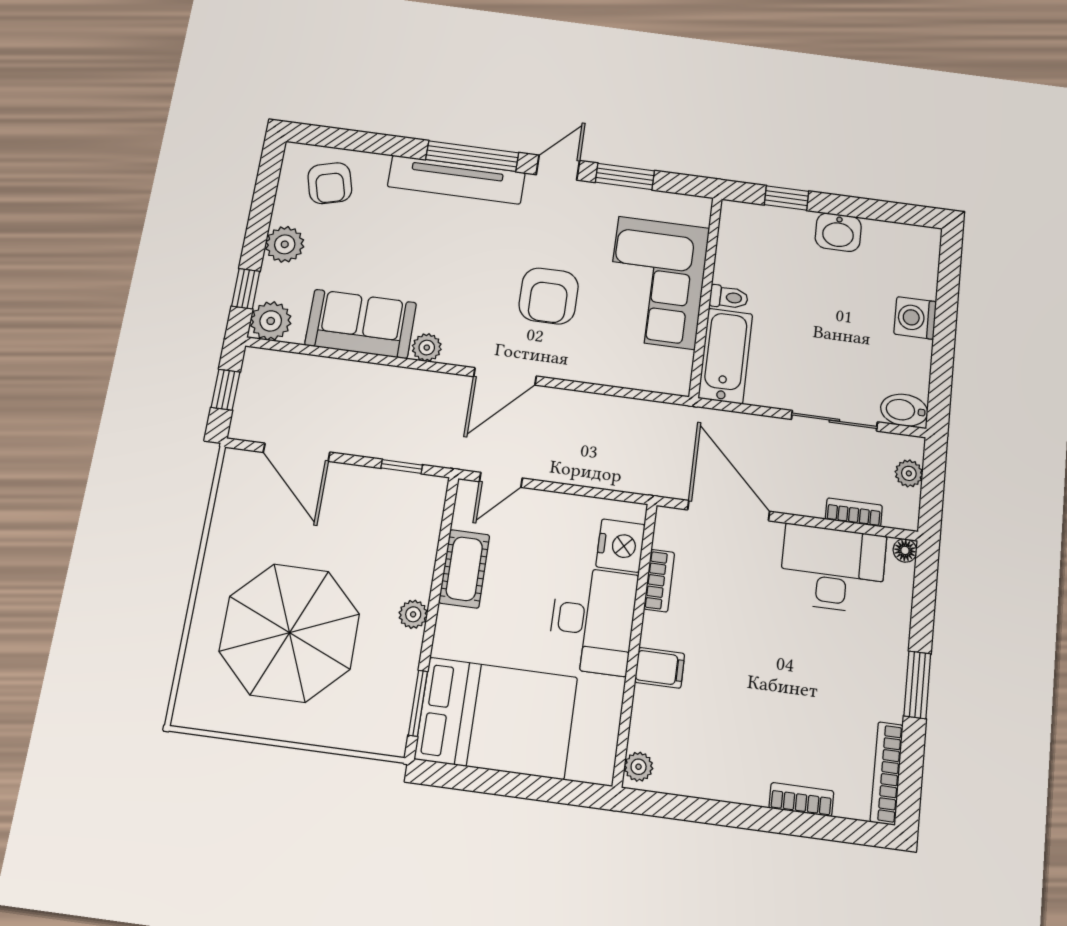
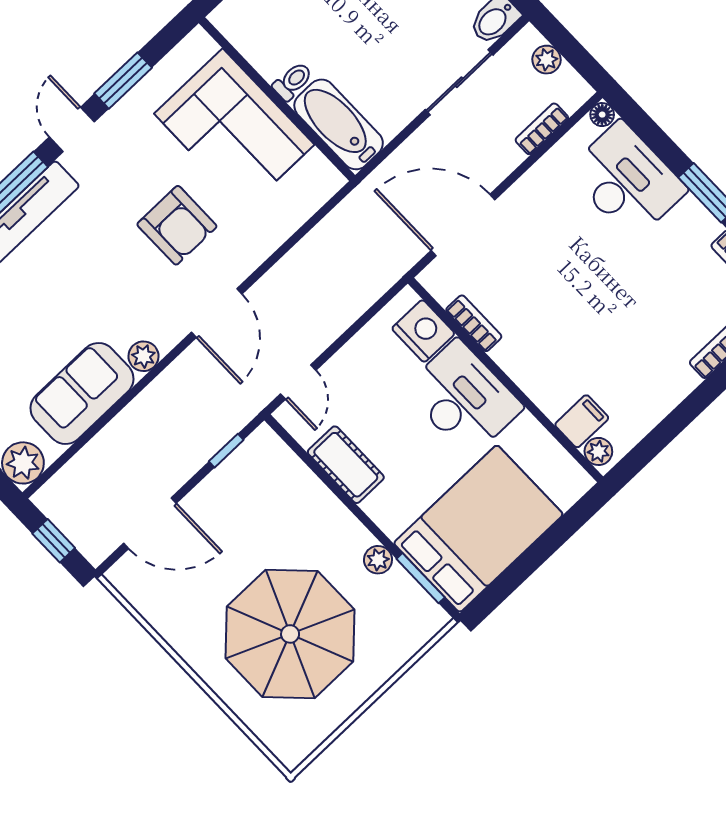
desk: (833, 569) -> (627, 181), moved, turned 90
plant: (413, 614) -> (378, 560), moved
filing cabinet: (660, 668) -> (582, 421), moved

